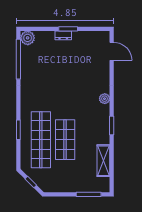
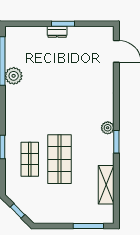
plant: (28, 38) -> (14, 76), moved
plant: (105, 99) -> (108, 128), moved
shop shelf: (41, 140) -> (30, 159), width x0.50, depth x0.74

